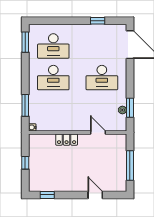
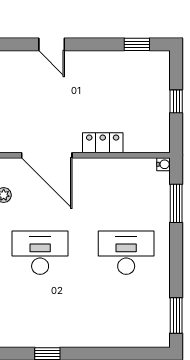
desk: (53, 46) -> (126, 309), removed
door: (98, 132) -> (47, 155), width x1.88

